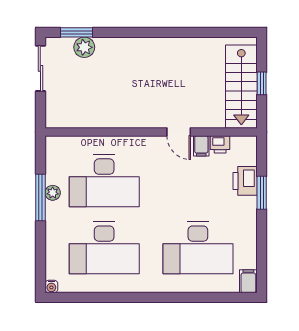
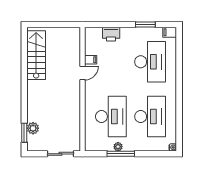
sliding door: (40, 68) -> (61, 154), moved
window: (262, 83) -> (54, 25), removed
stairs: (241, 87) -> (36, 55), moved, turned -90
printer: (220, 144) -> (90, 49), removed
window: (262, 193) -> (145, 25), moved

